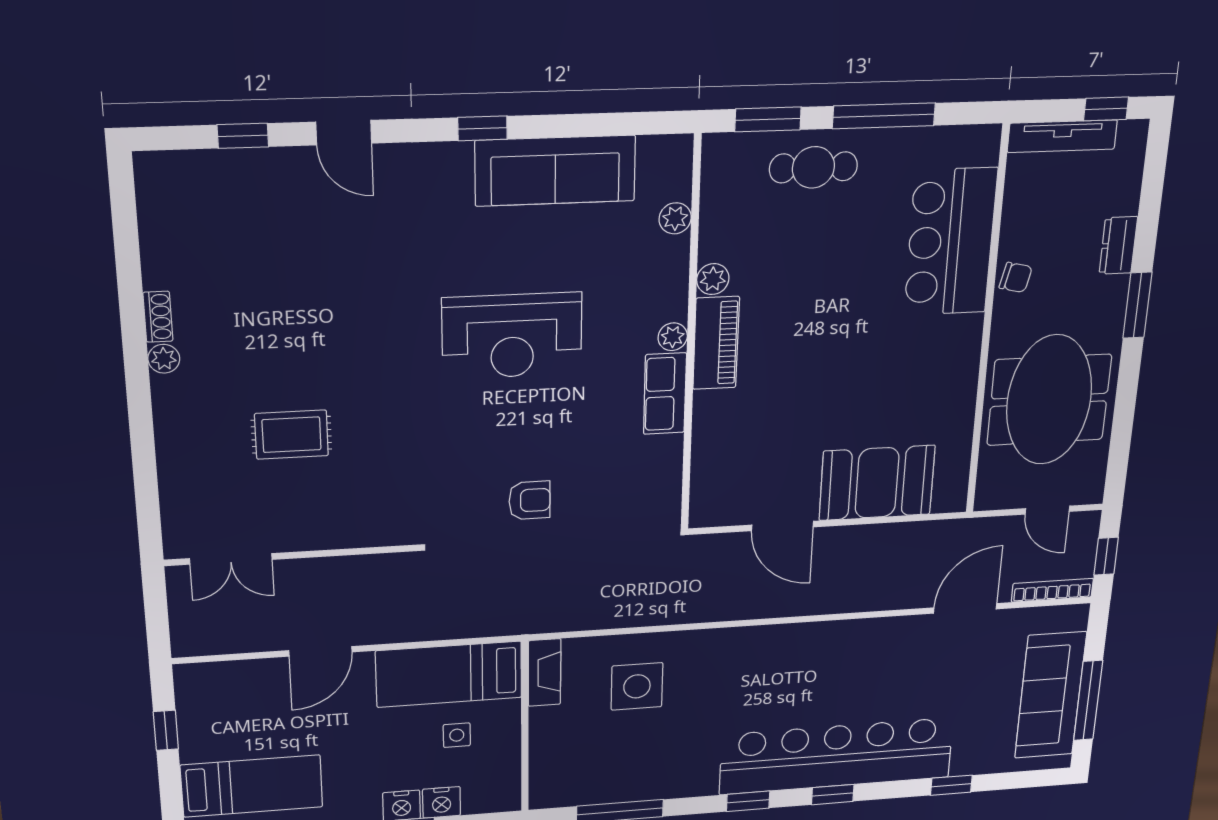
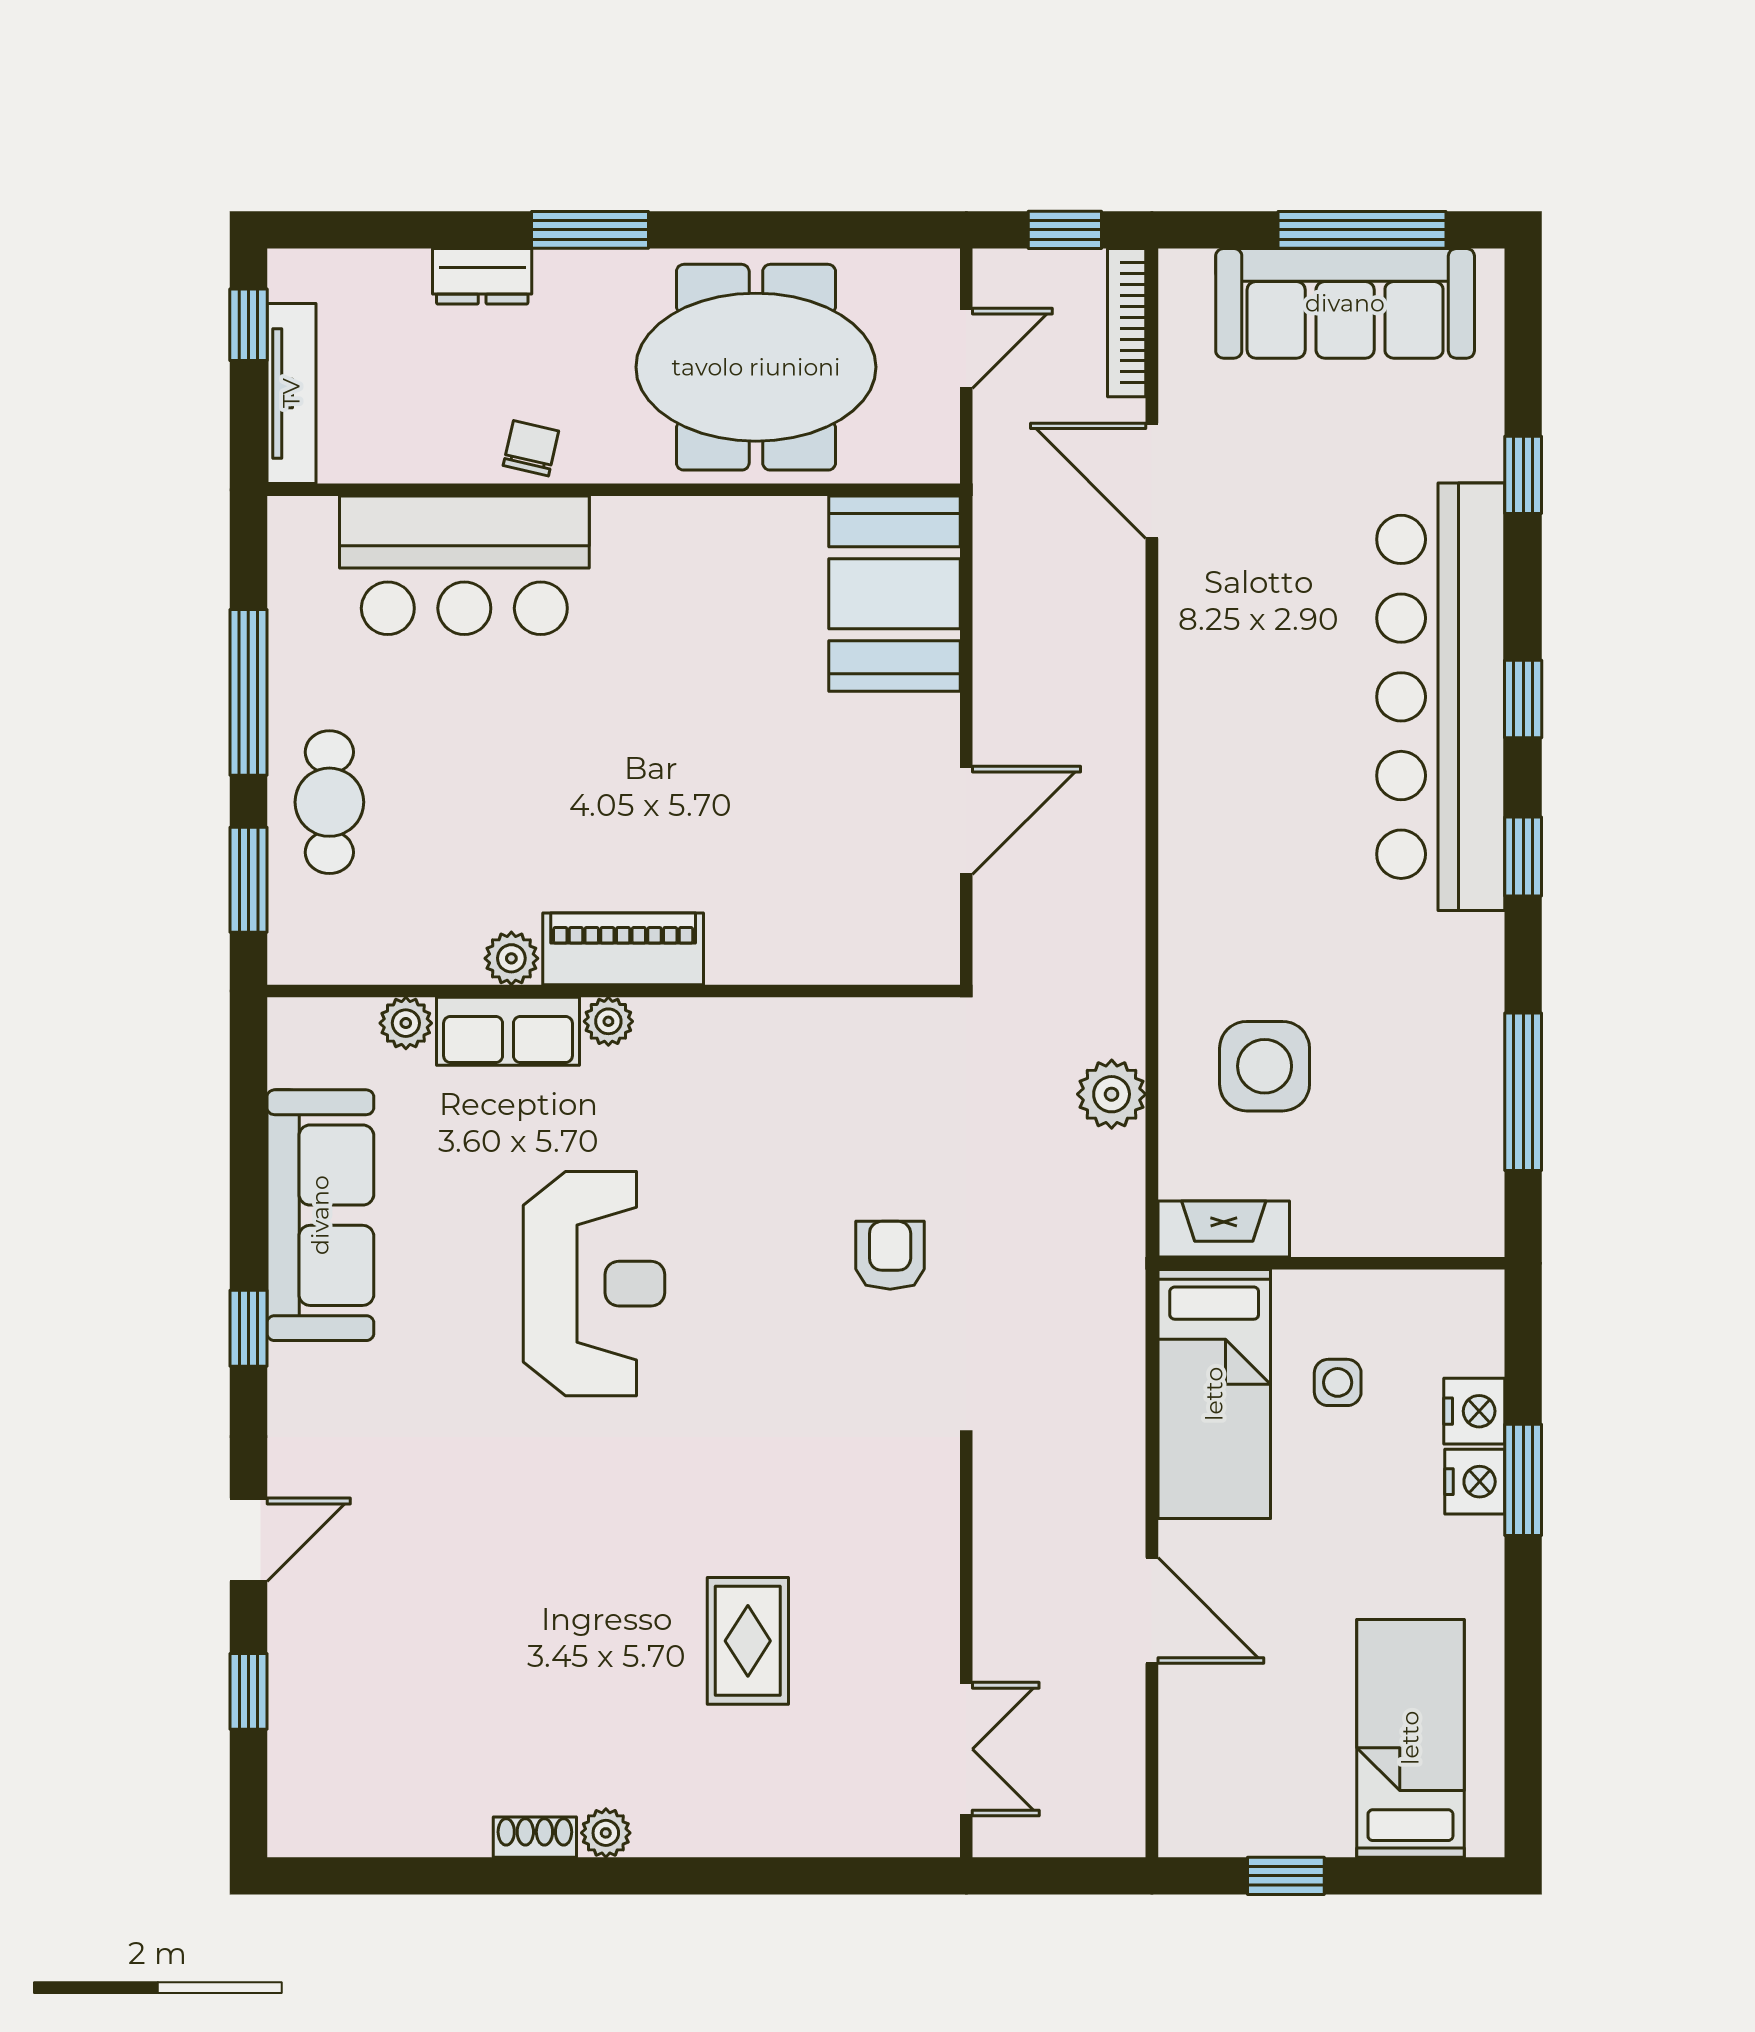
row of seats: (665, 394) -> (508, 1031), moved
booth: (877, 483) -> (895, 594), moved
plant: (623, 611) -> (1112, 1094), added

